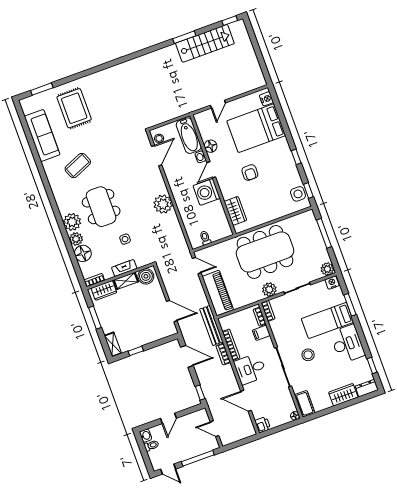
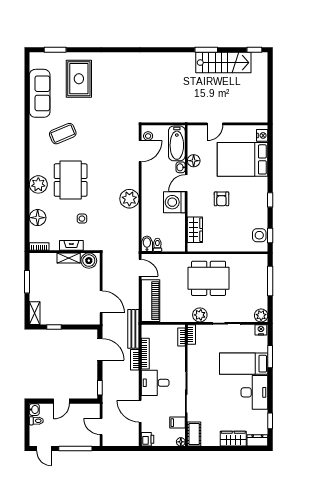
plant: (76, 239) -> (36, 202), removed
bidet: (195, 241) -> (147, 244), added
dining table: (265, 252) -> (209, 278), width x0.73, depth x0.80
wardrobe: (104, 290) -> (45, 259), removed
filing cabinet: (261, 333) -> (178, 423), moved
stool: (308, 355) -> (214, 389), removed

